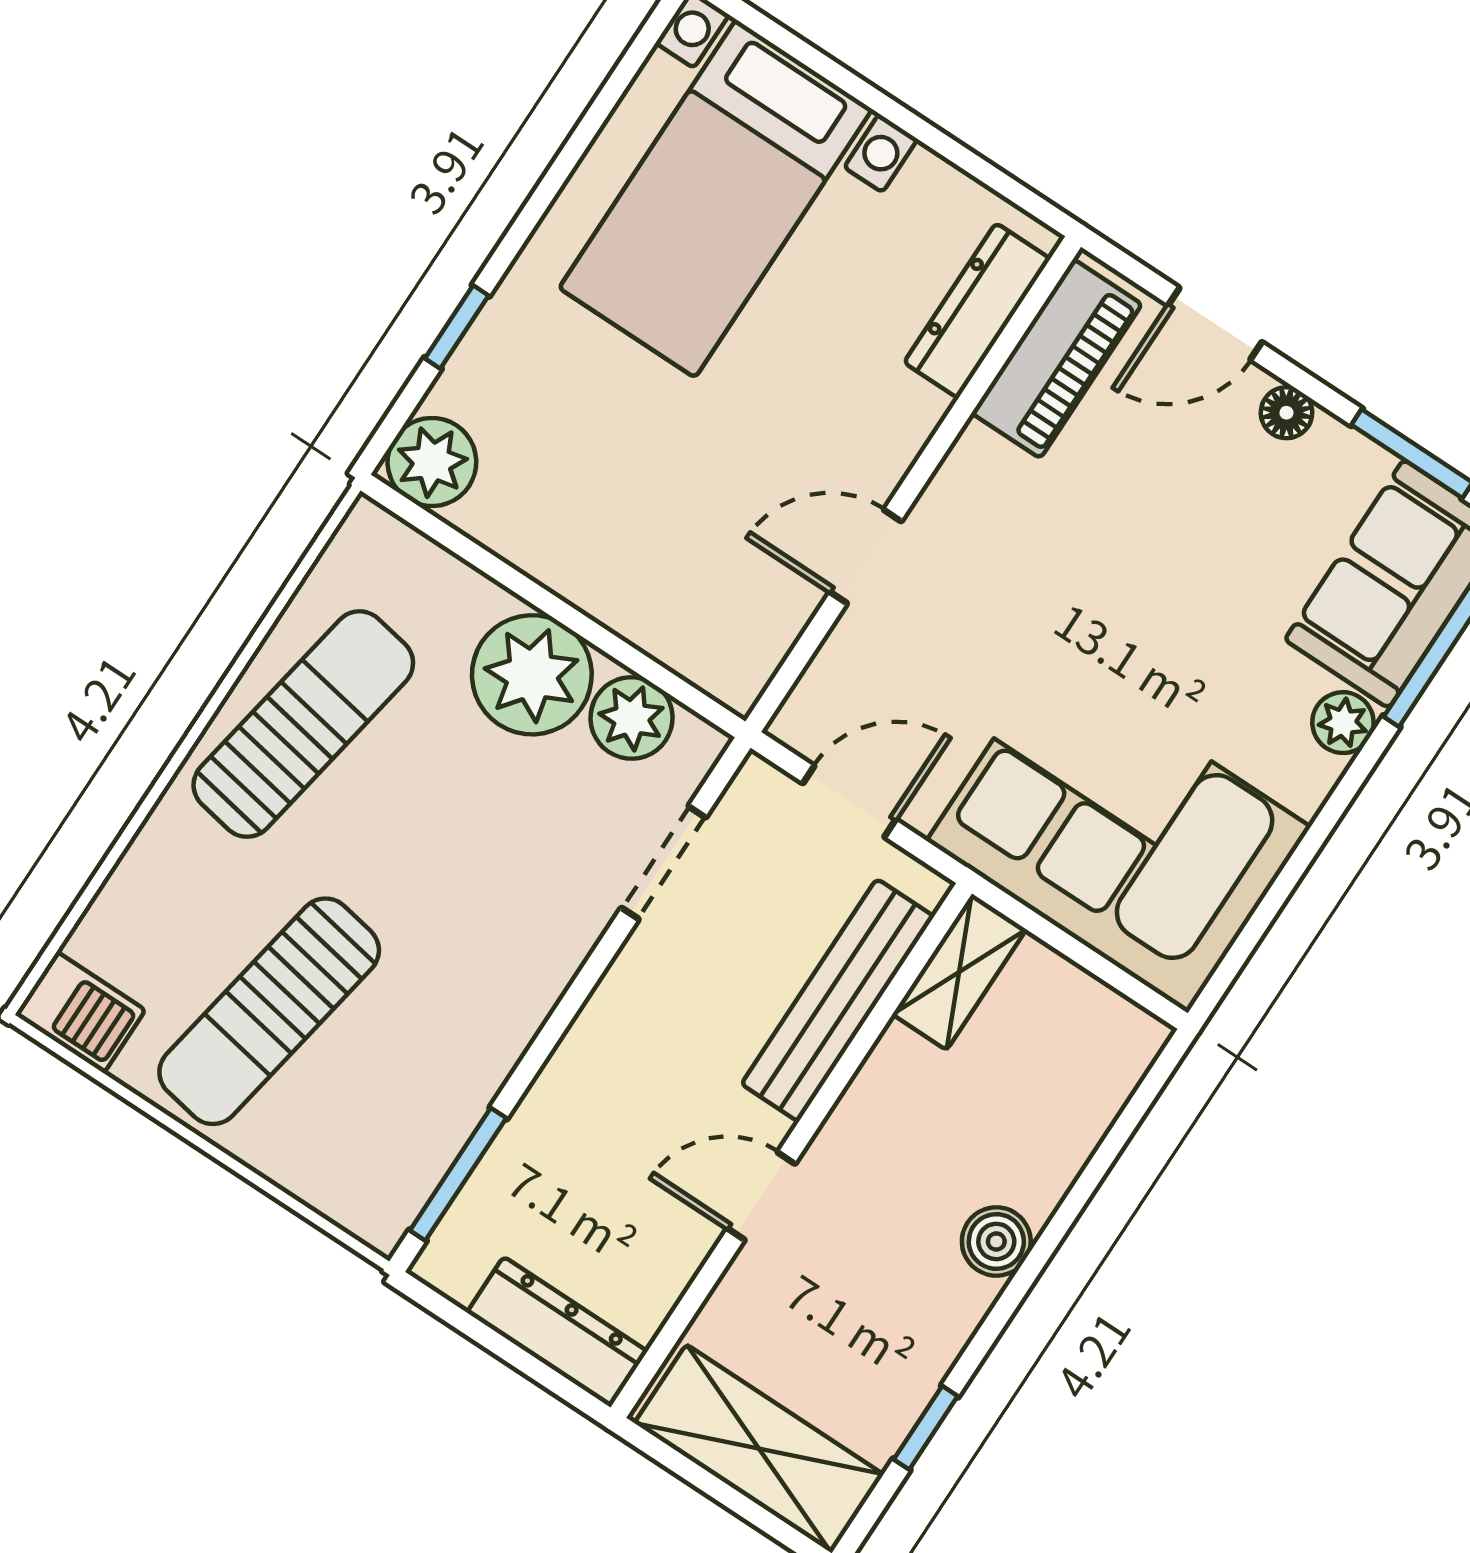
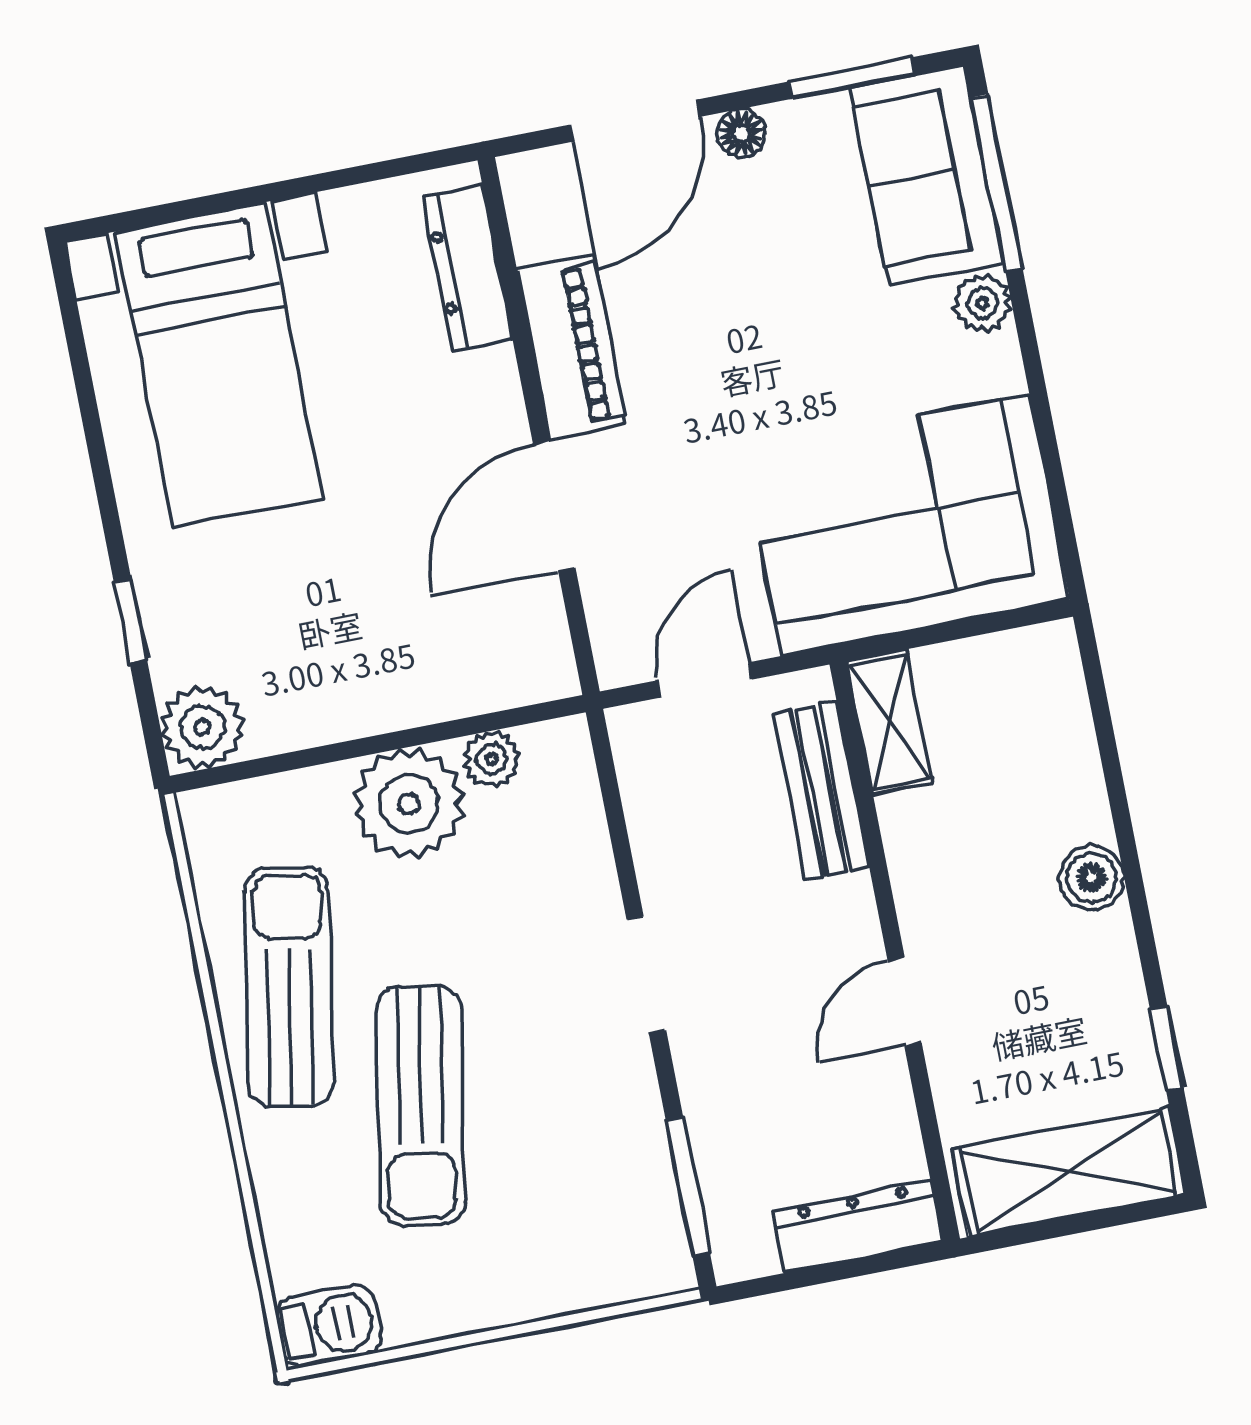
door: (1215, 324) -> (635, 121), width x1.38
piano: (1057, 359) -> (572, 347), moved
door: (865, 557) -> (554, 506), width x1.38
plant: (631, 718) -> (492, 759), width x0.73, depth x0.73
doorway: (664, 863) -> (646, 975), moved
bench: (838, 1000) -> (821, 790), width x0.73
sun lounger: (269, 1011) -> (421, 1105), moved

